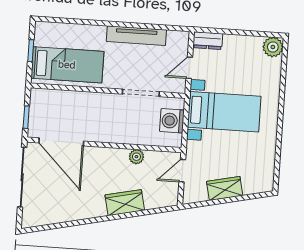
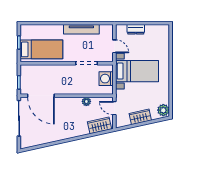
dresser: (208, 41) -> (136, 29), moved
plant: (273, 47) -> (163, 110), moved
door: (189, 68) -> (114, 46), swing flipped
door: (182, 171) -> (114, 108), hinge flipped
wardrobe: (125, 203) -> (100, 125), moved

